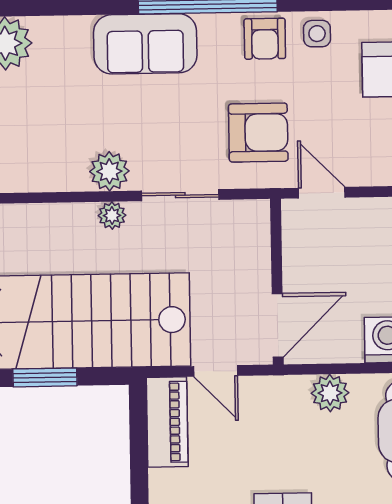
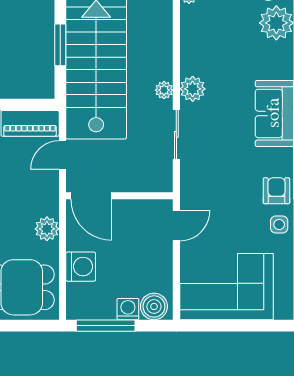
armchair: (265, 39) -> (276, 191), turned 90
armchair: (258, 133) -> (216, 185), removed

